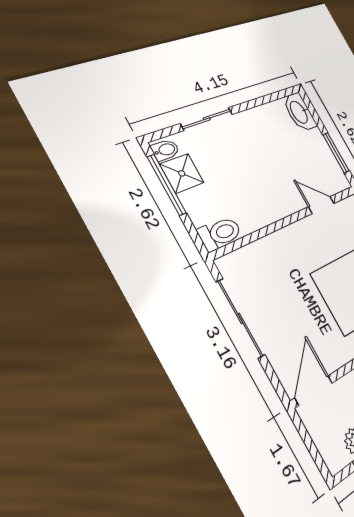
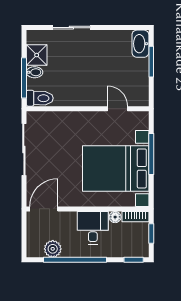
bidet: (165, 150) -> (34, 72), moved
window: (336, 153) -> (151, 62), moved
window: (167, 185) -> (24, 78), moved

